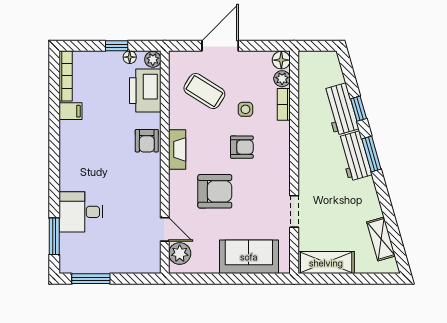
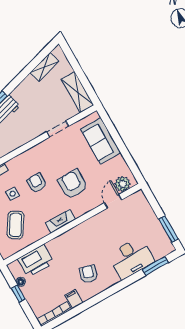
plant: (153, 59) -> (14, 267), removed
armchair: (147, 141) -> (88, 274), moved, turned -75
desk: (81, 212) -> (131, 258), width x1.37

